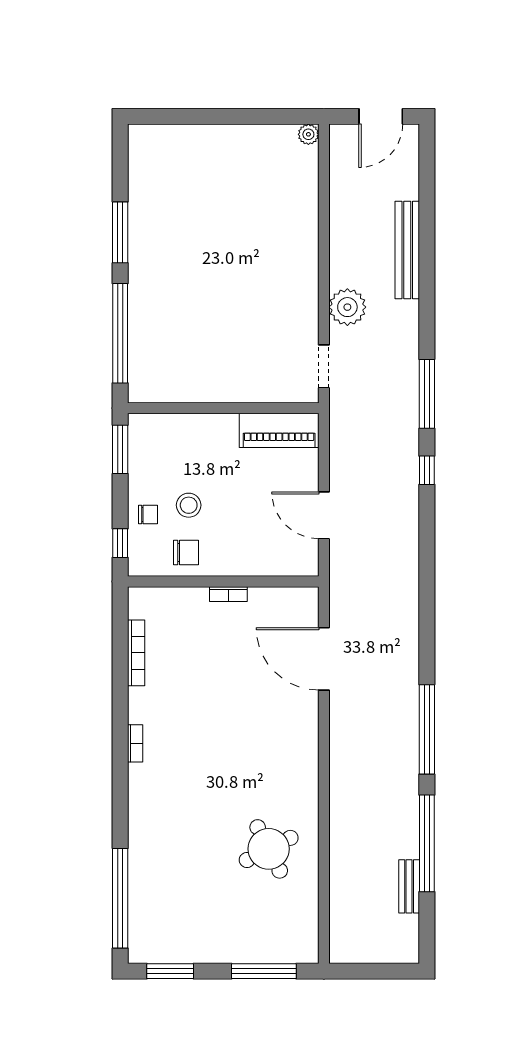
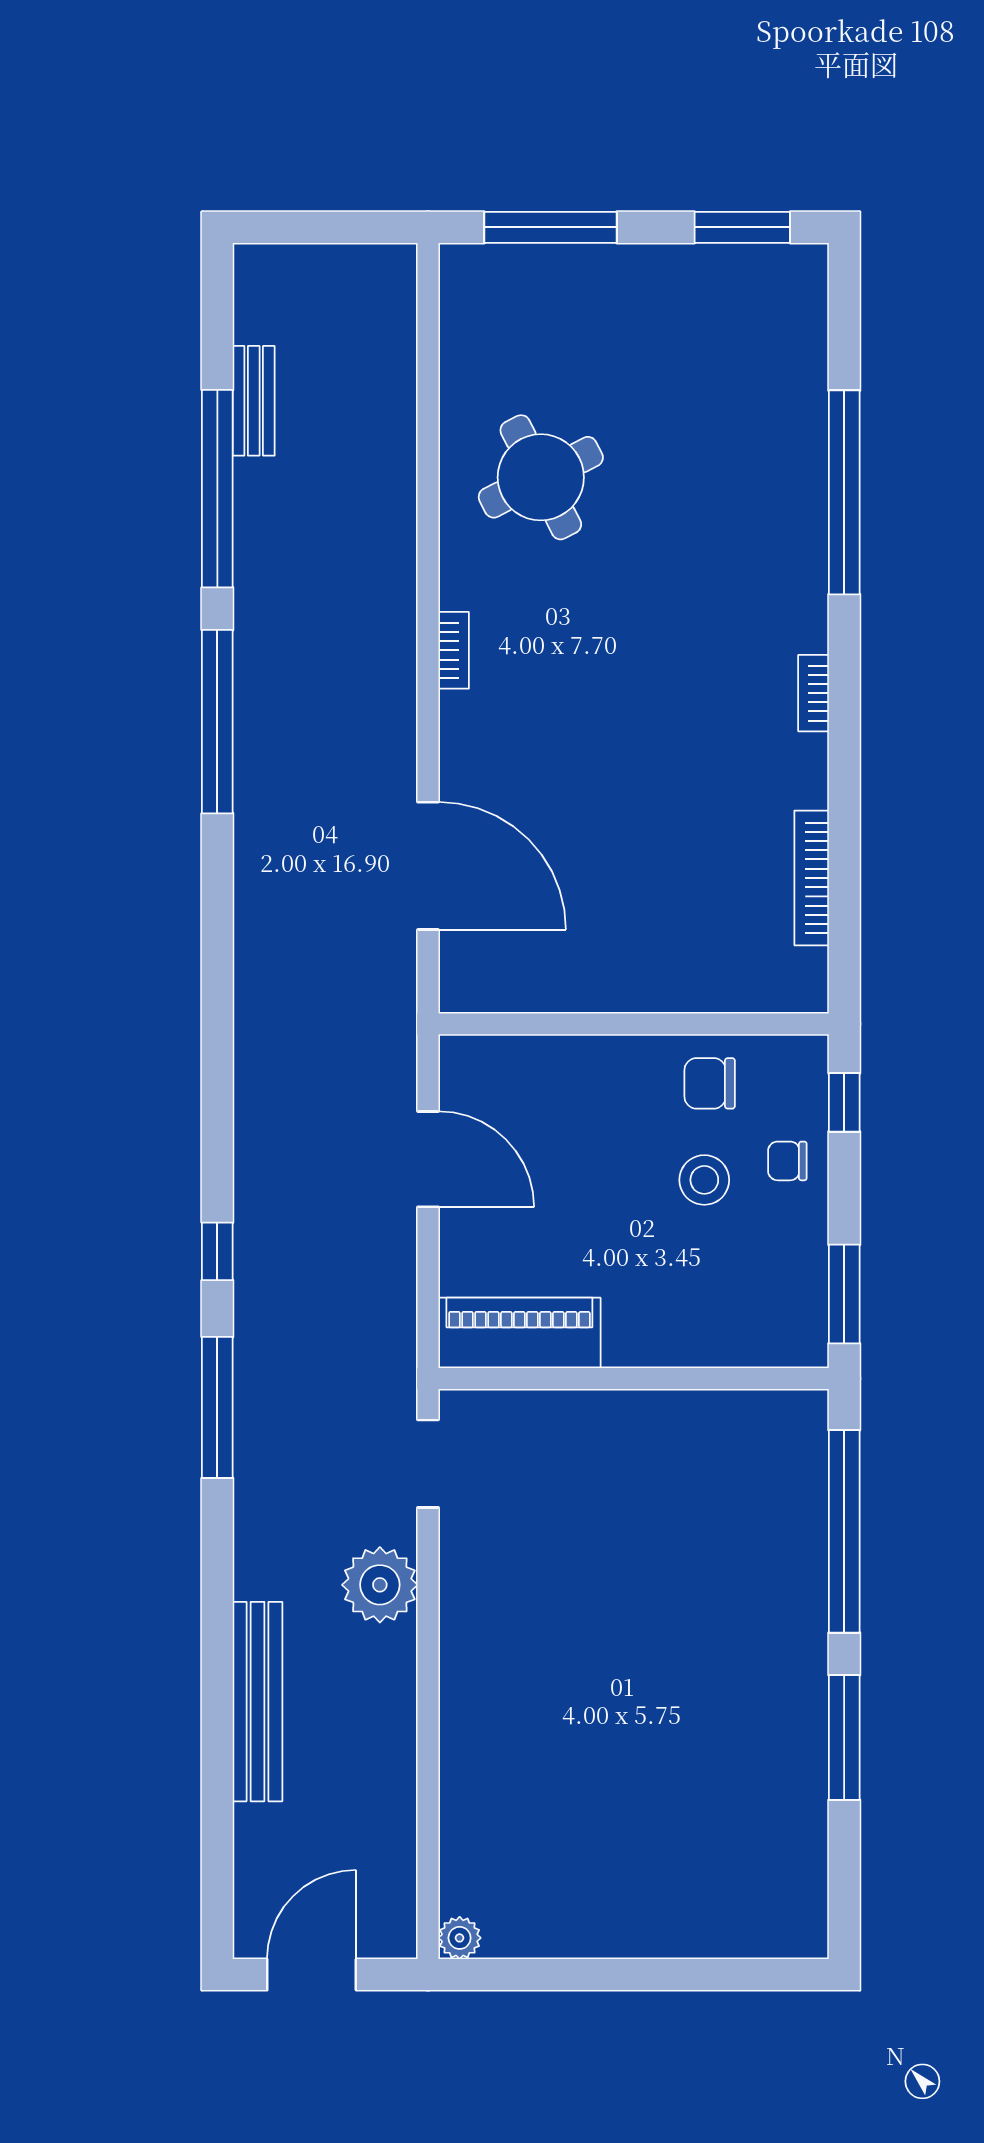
bookcase: (228, 594) -> (454, 650), moved, turned 90
window: (120, 898) -> (844, 492), moved

